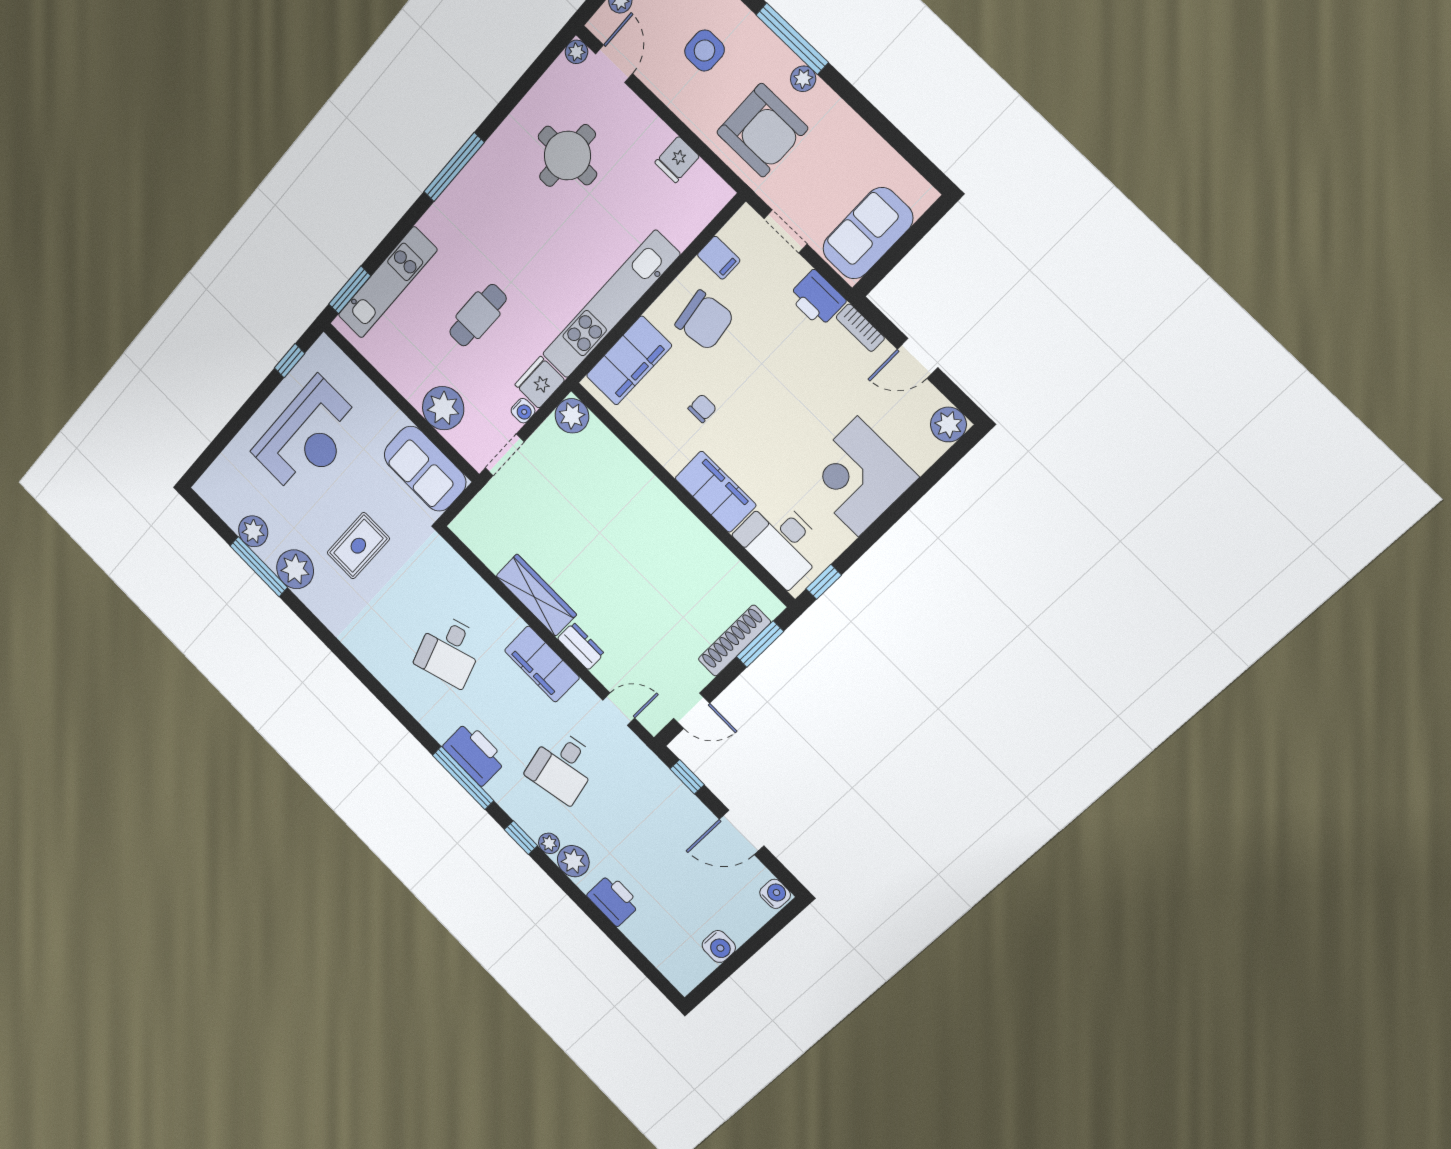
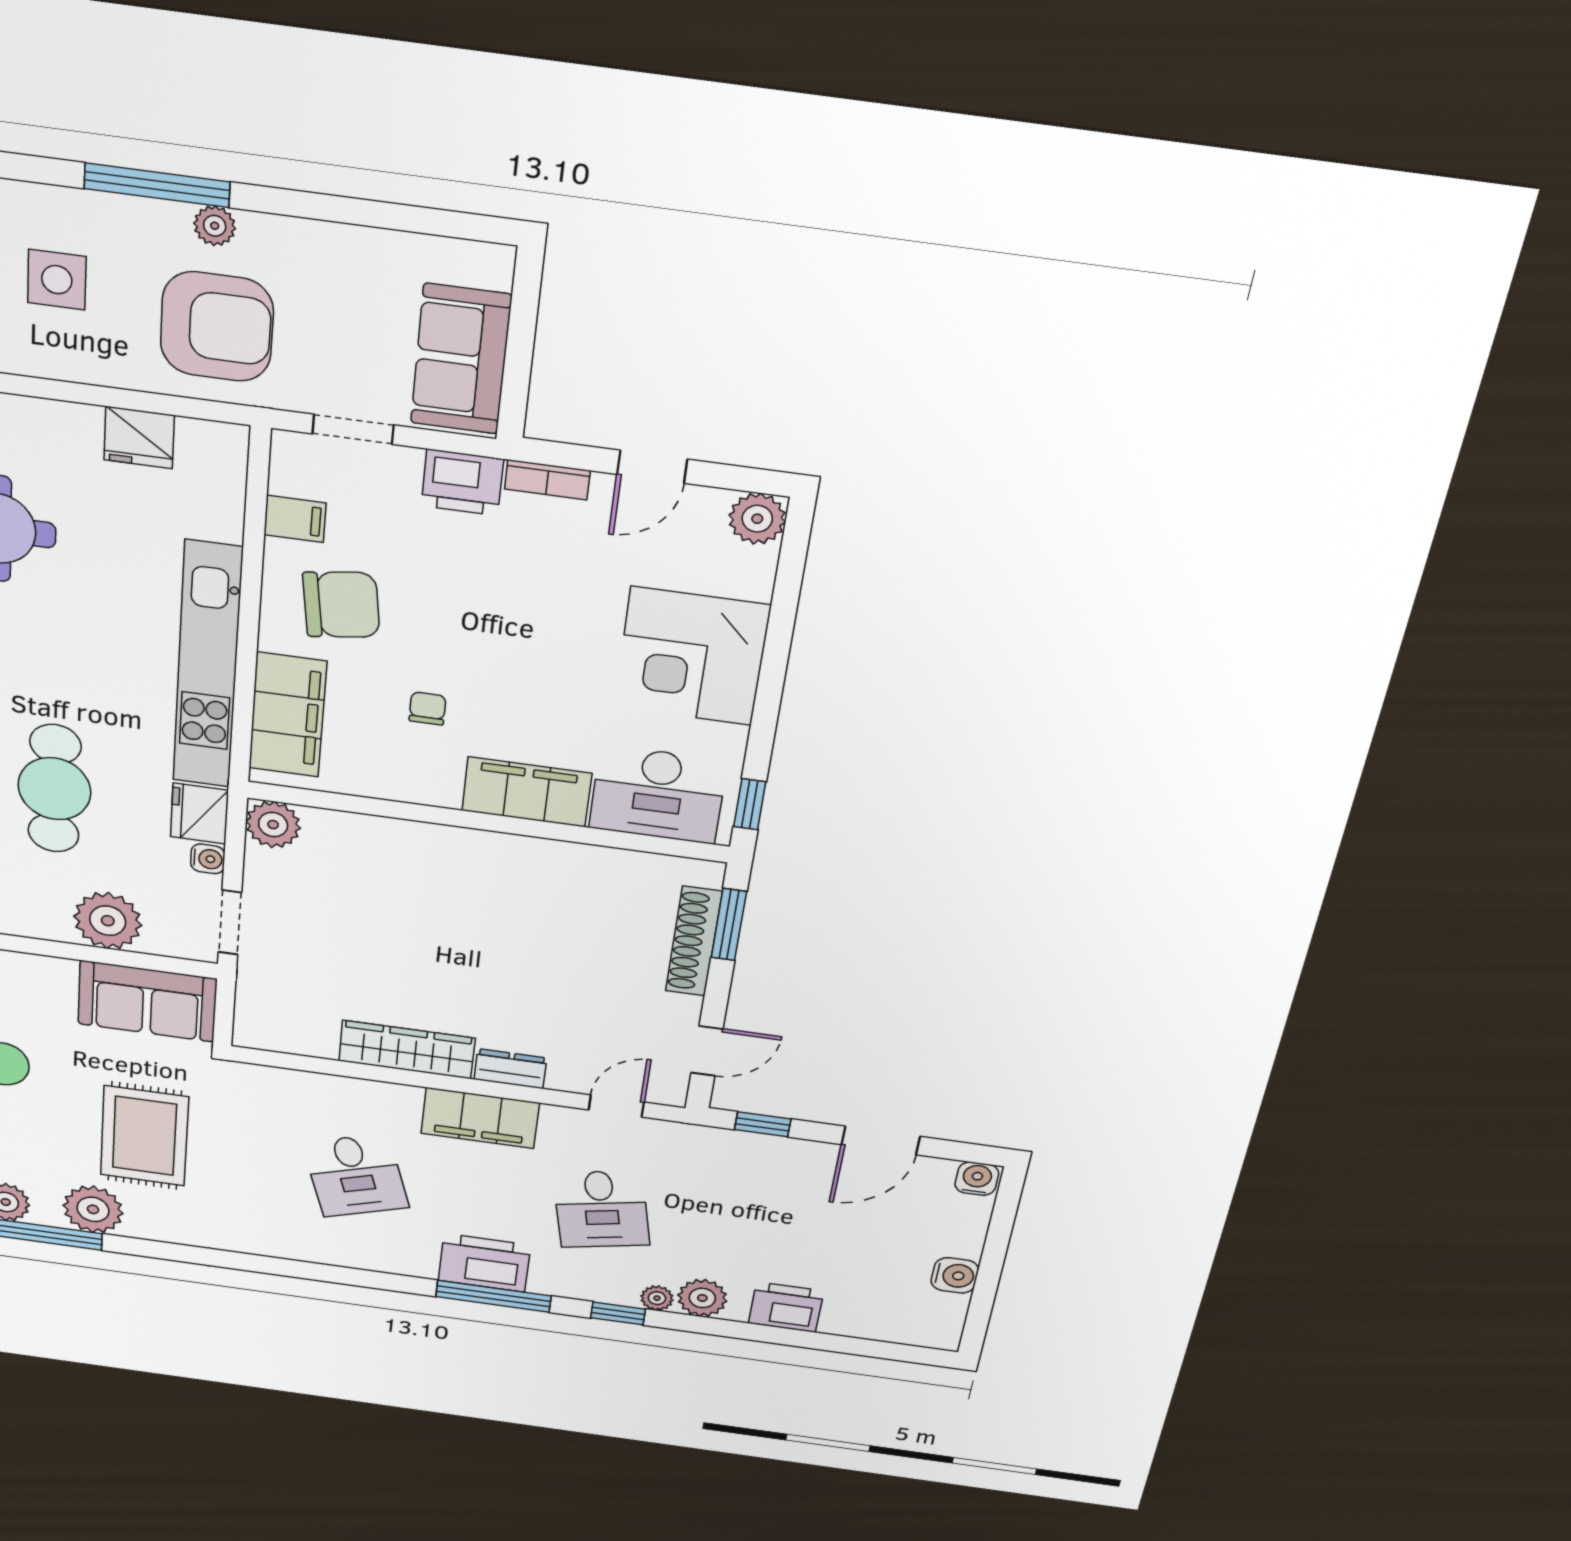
fridge: (677, 159) -> (139, 438), width x1.38
cafe table: (478, 315) -> (54, 789), width x1.37, depth x1.35
rug: (358, 546) -> (144, 1136), width x1.36, depth x1.43

